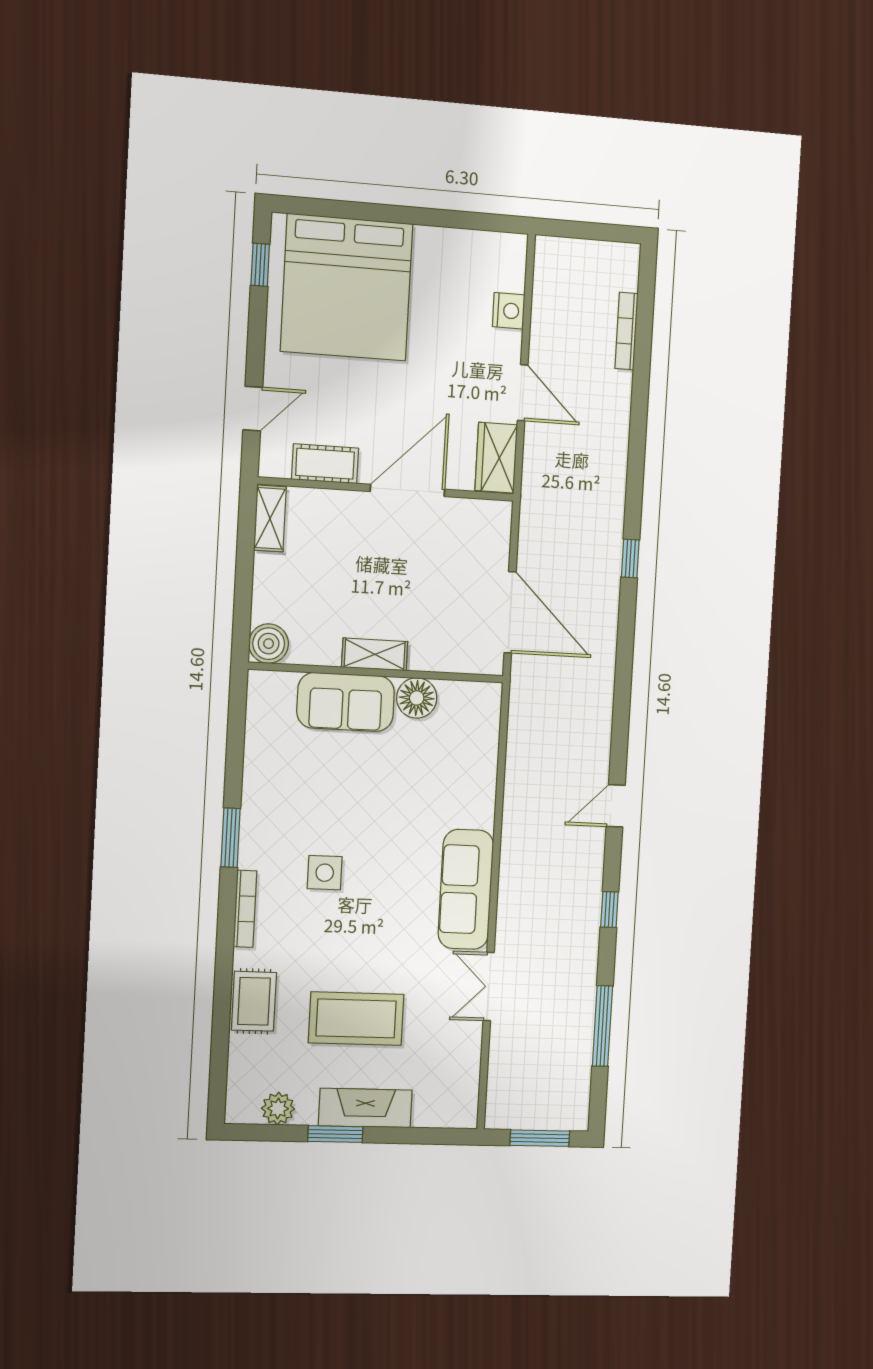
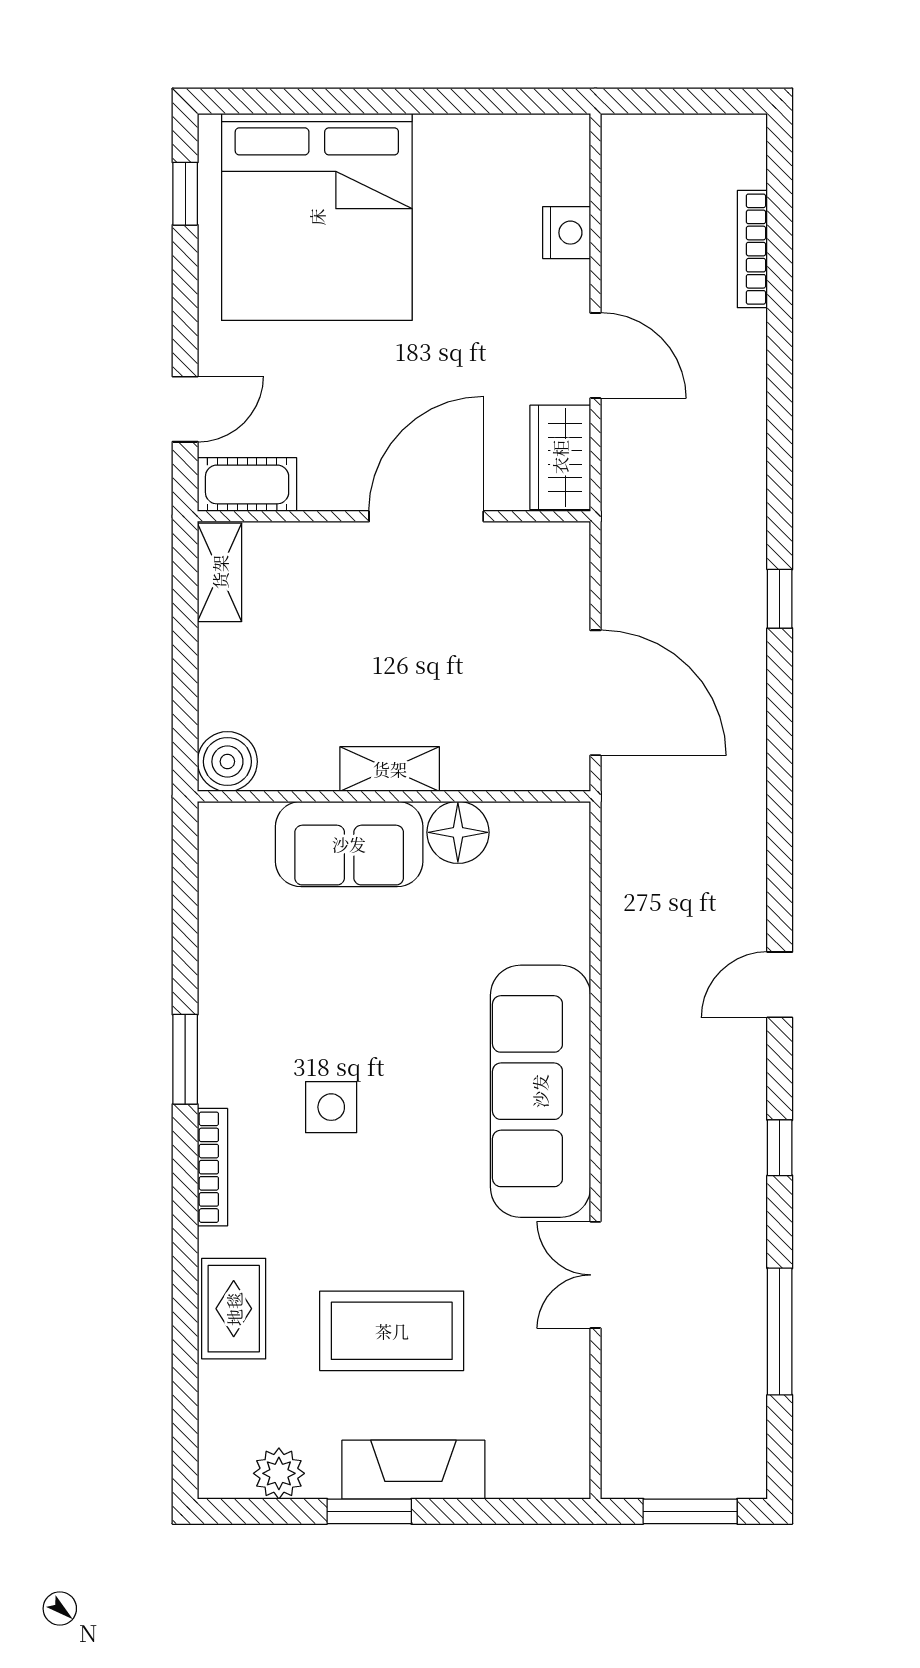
cot: (325, 464) -> (247, 484), moved
sofa: (466, 889) -> (540, 1091), width x1.36, depth x1.27

